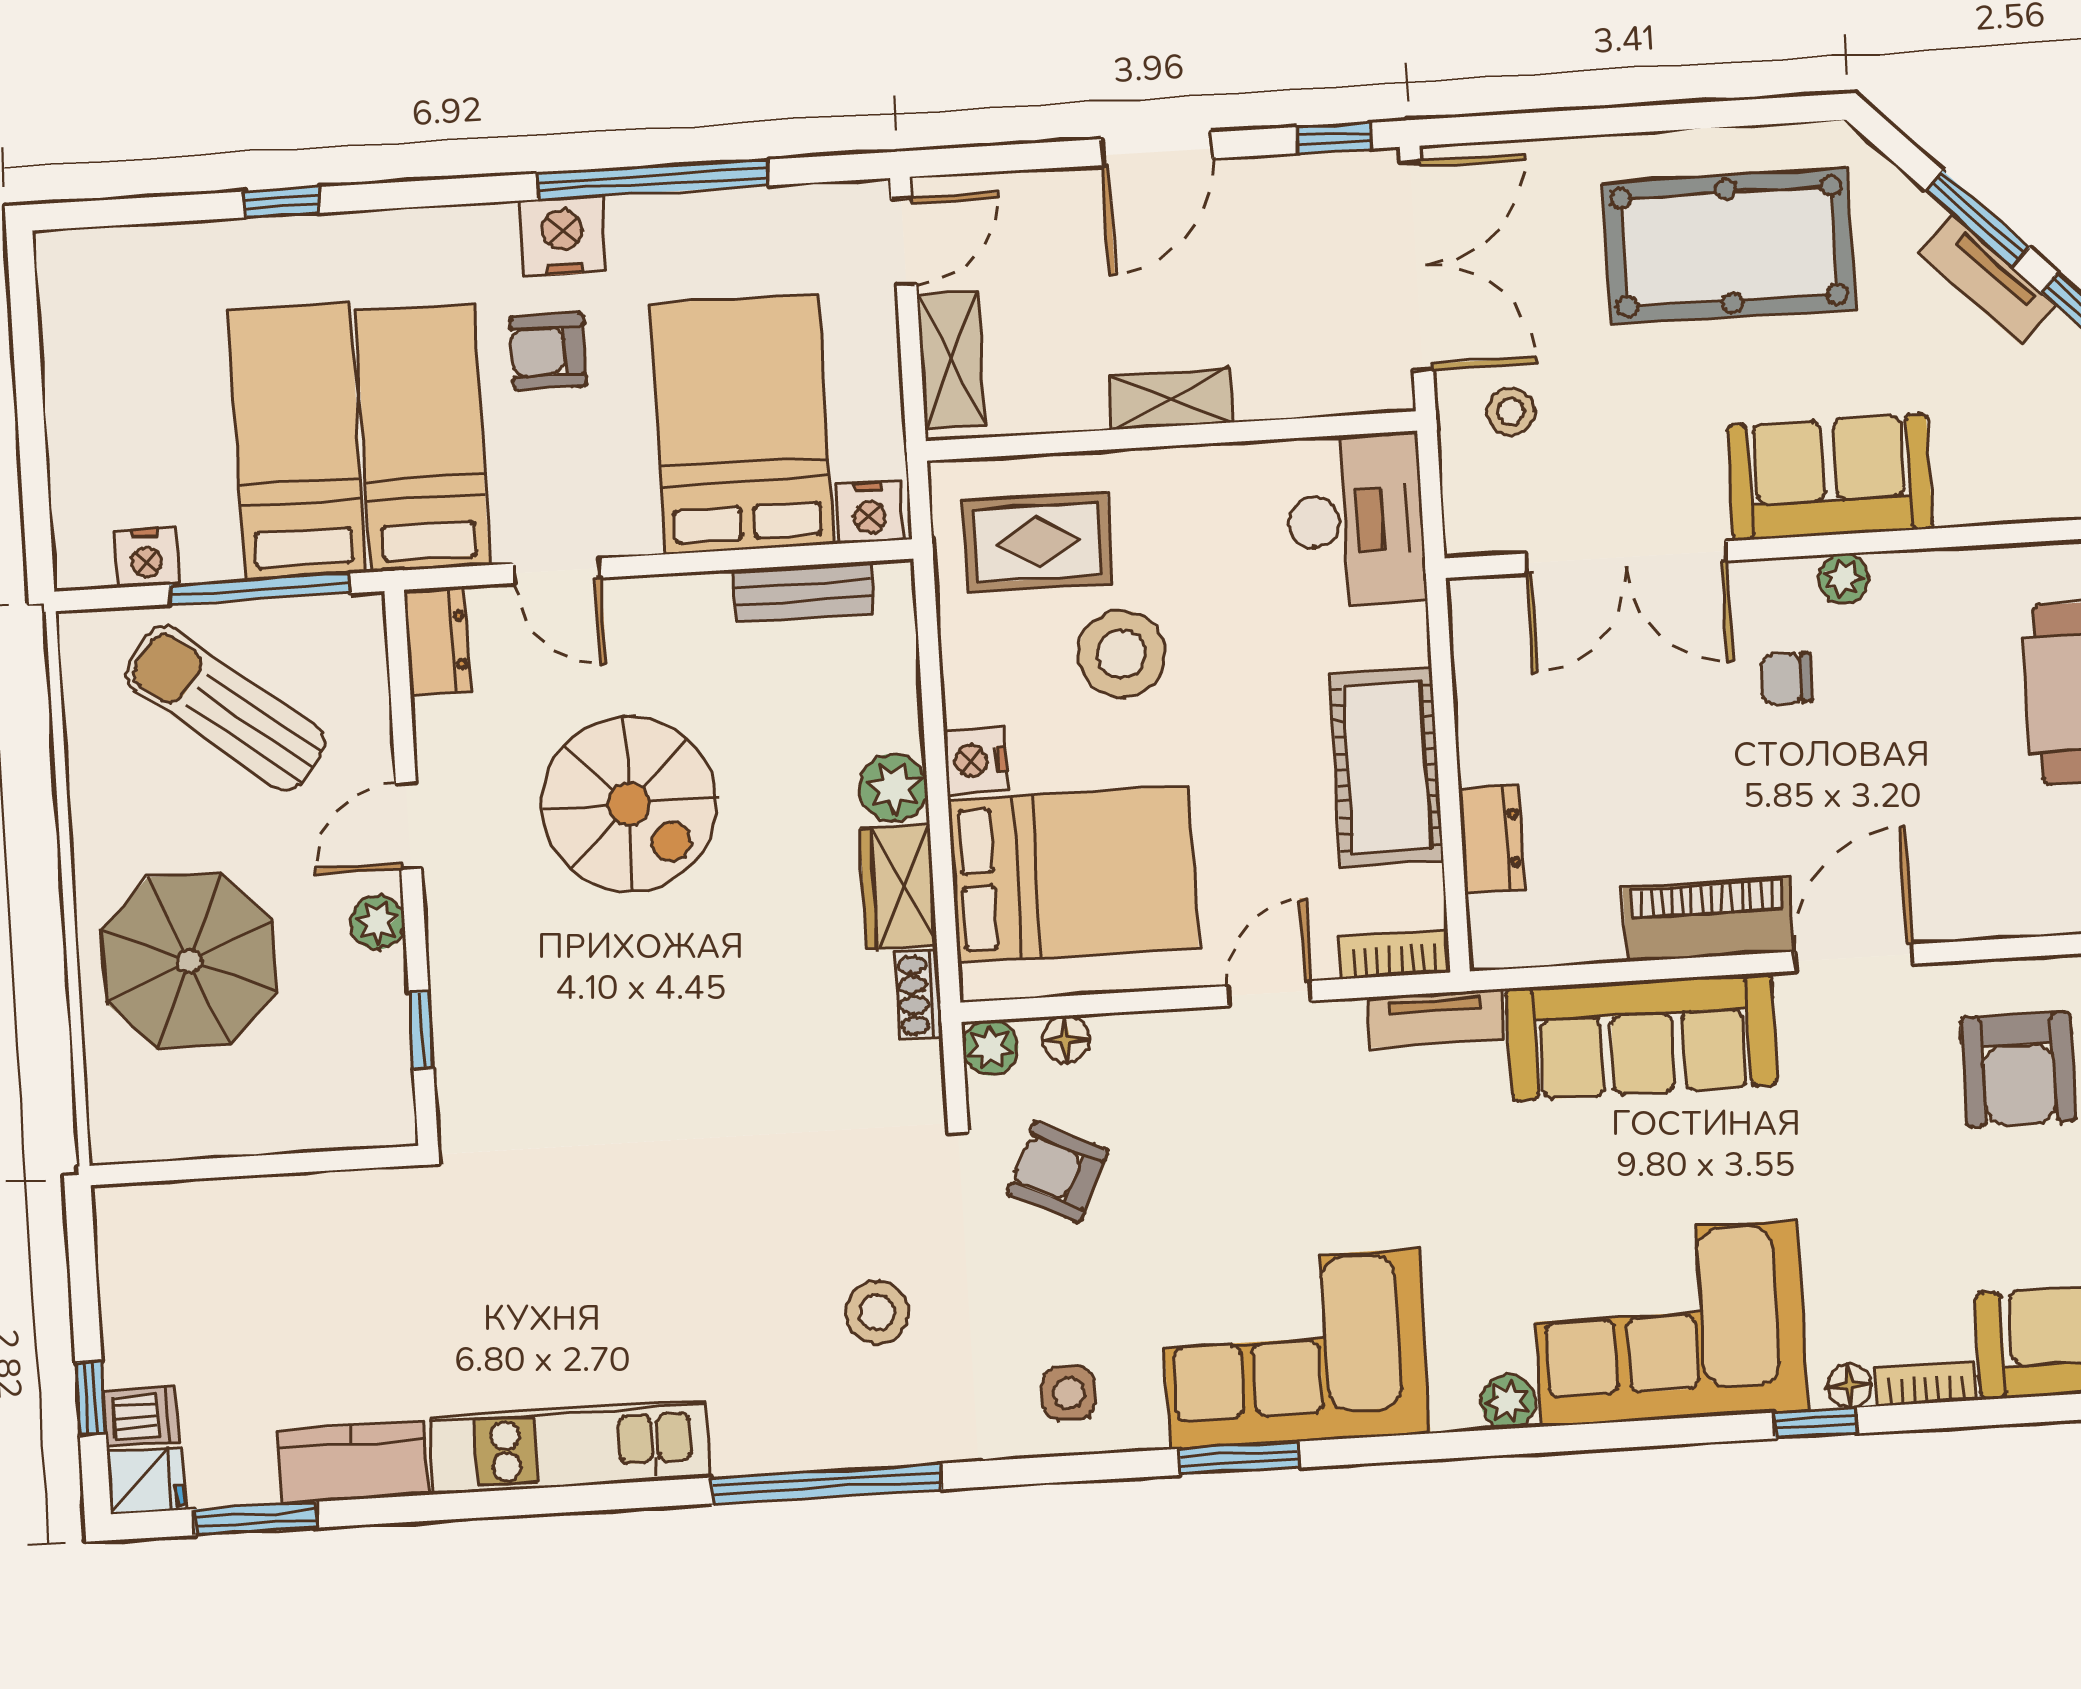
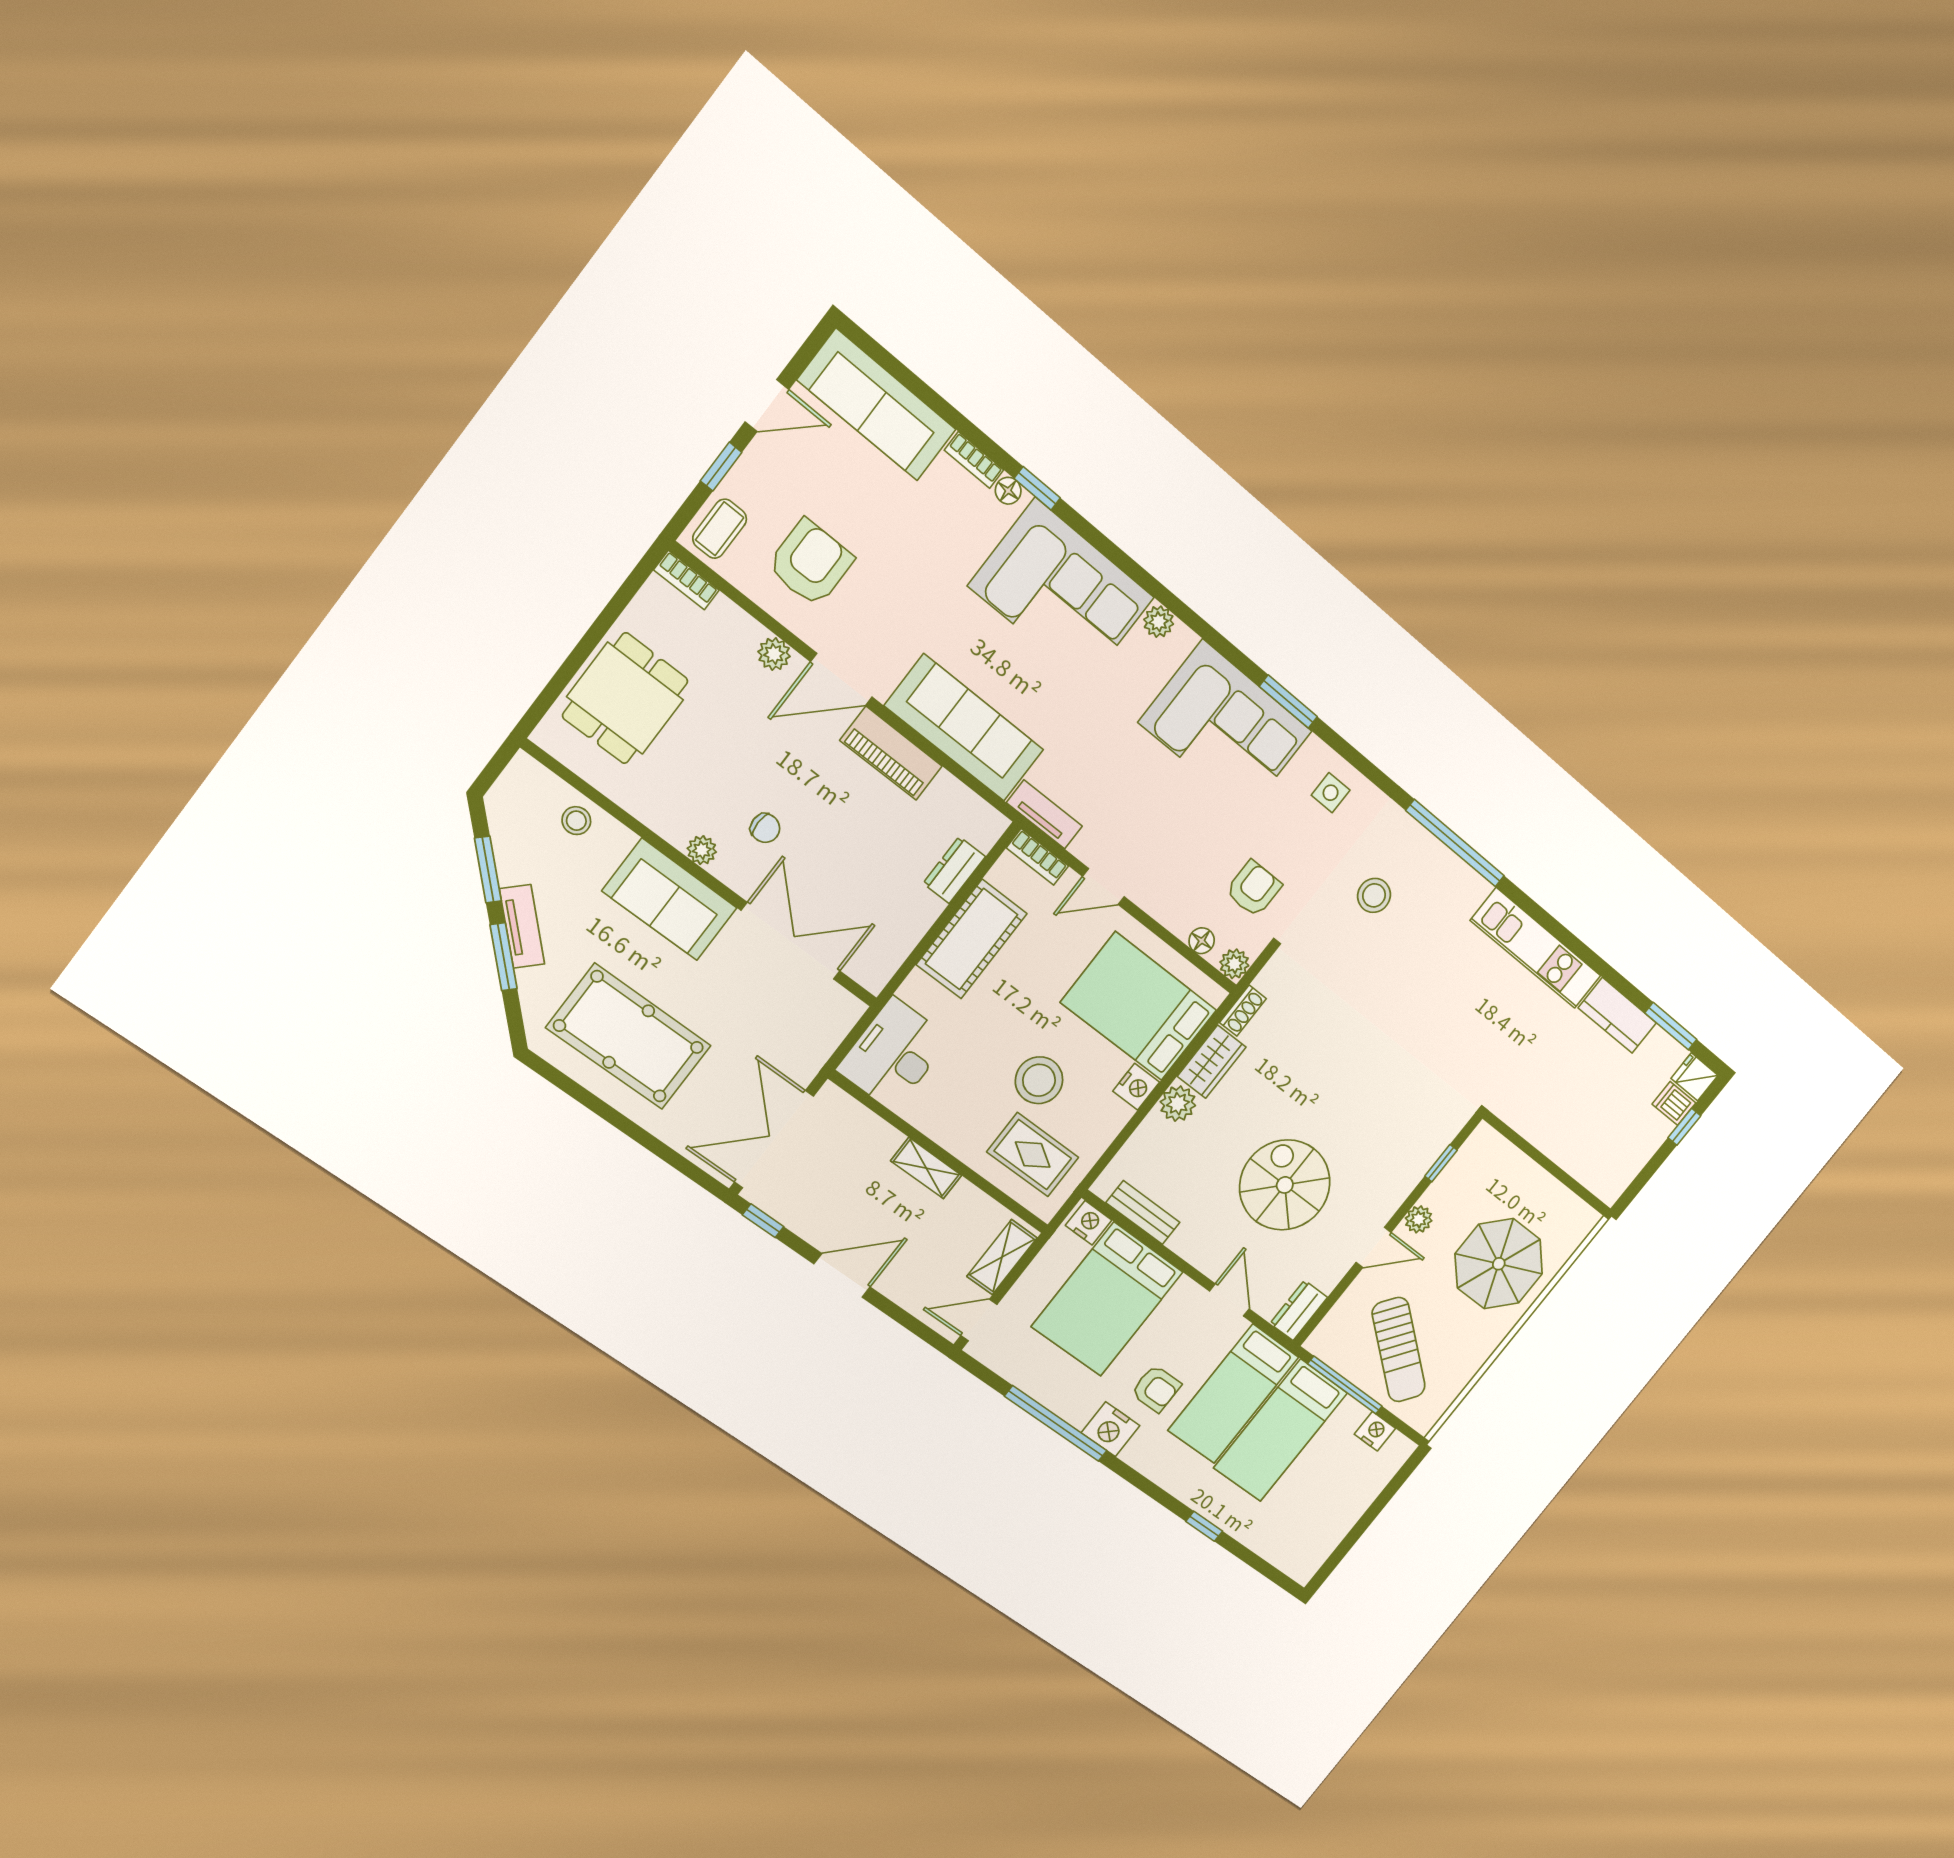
stool: (1511, 411) -> (576, 821), moved
plant: (1966, 914) -> (774, 654), added
armchair: (1058, 1172) -> (1254, 889), turned -115

